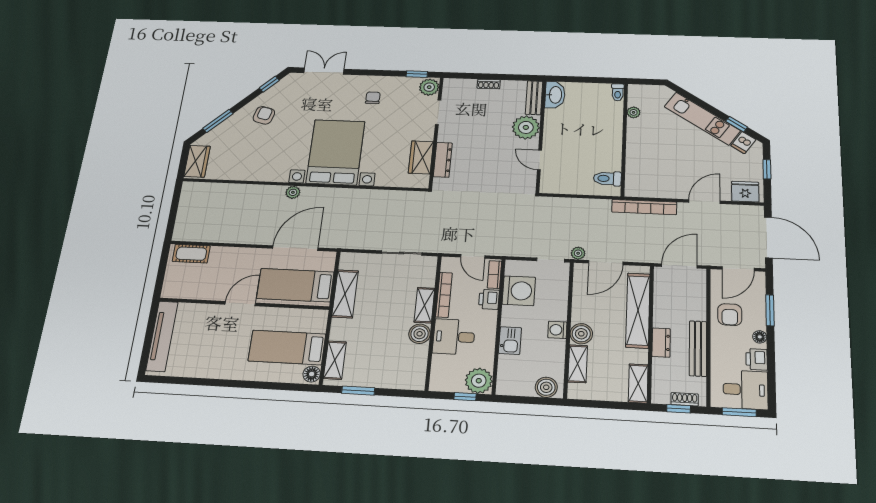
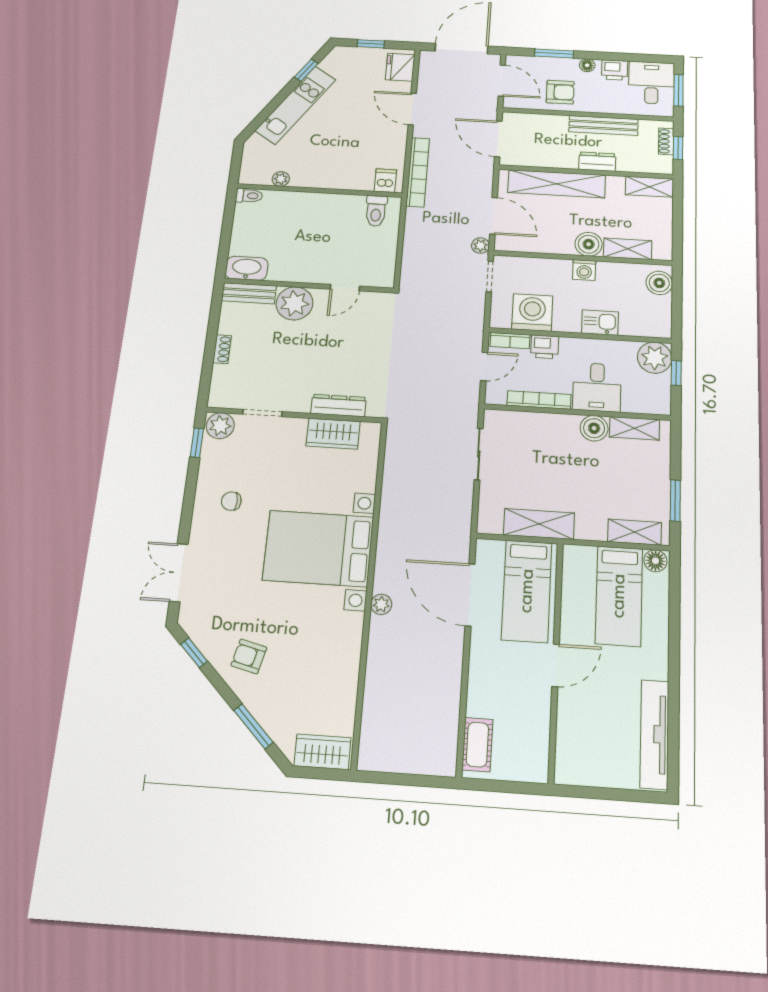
dishwasher: (743, 143) -> (385, 181), moved, turned -124
door: (240, 304) -> (556, 665), swing flipped
shelving: (424, 305) -> (634, 428), moved
tv unit: (162, 336) -> (655, 734), moved, turned -90

